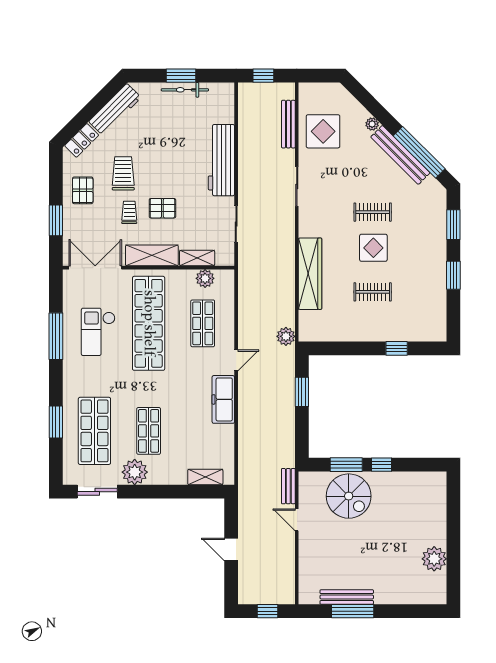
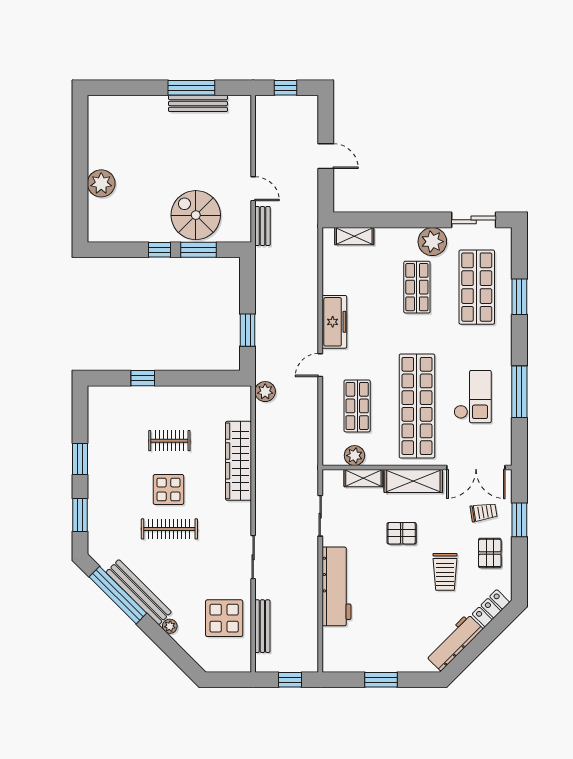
bicycle: (185, 90) -> (377, 664), removed
trolley: (129, 212) -> (484, 512), moved, turned -99
clothes rail: (373, 212) -> (169, 529), width x1.36
plant: (434, 559) -> (101, 183), moved

